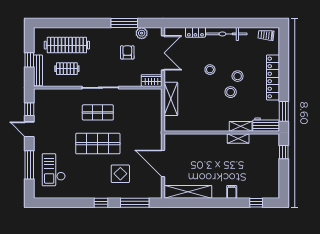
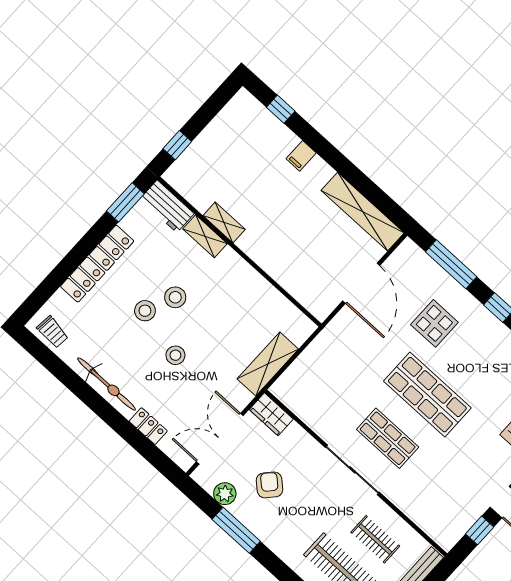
armchair: (127, 52) -> (270, 485), turned 132

